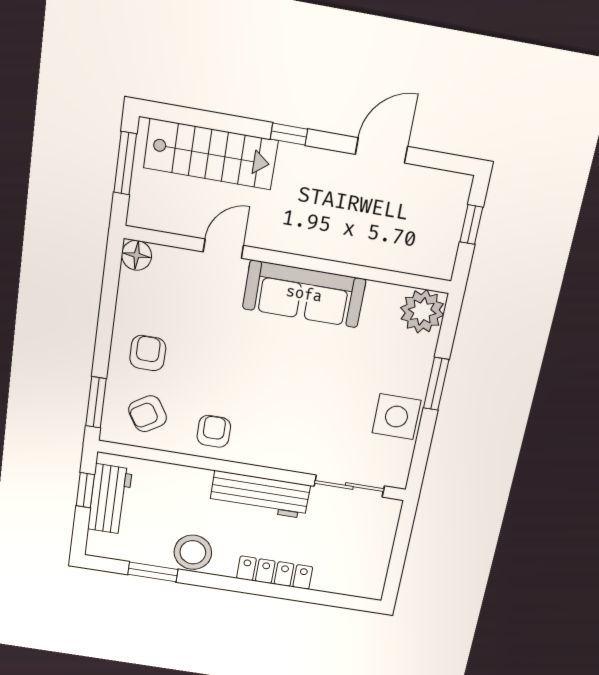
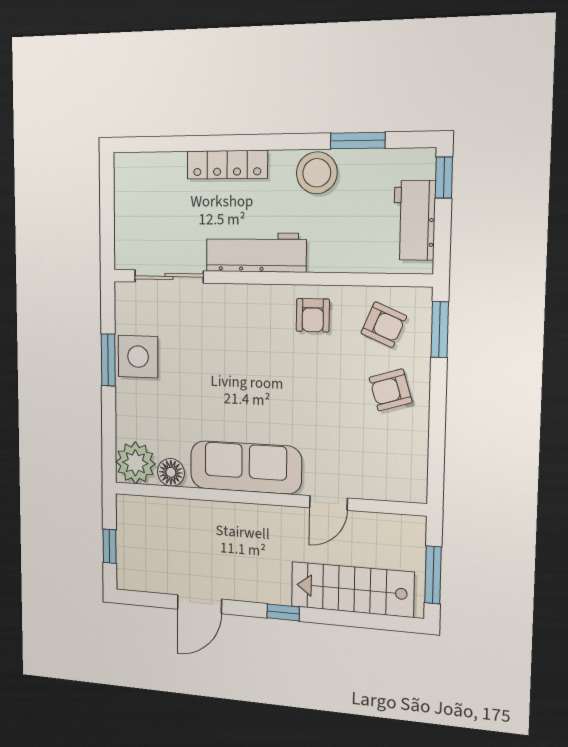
floor lamp: (137, 255) -> (171, 472), moved
armchair: (148, 353) -> (391, 390), turned 73
window: (436, 384) -> (108, 360), moved
armchair: (148, 414) -> (384, 325), turned 55
window: (85, 490) -> (444, 178), moved

